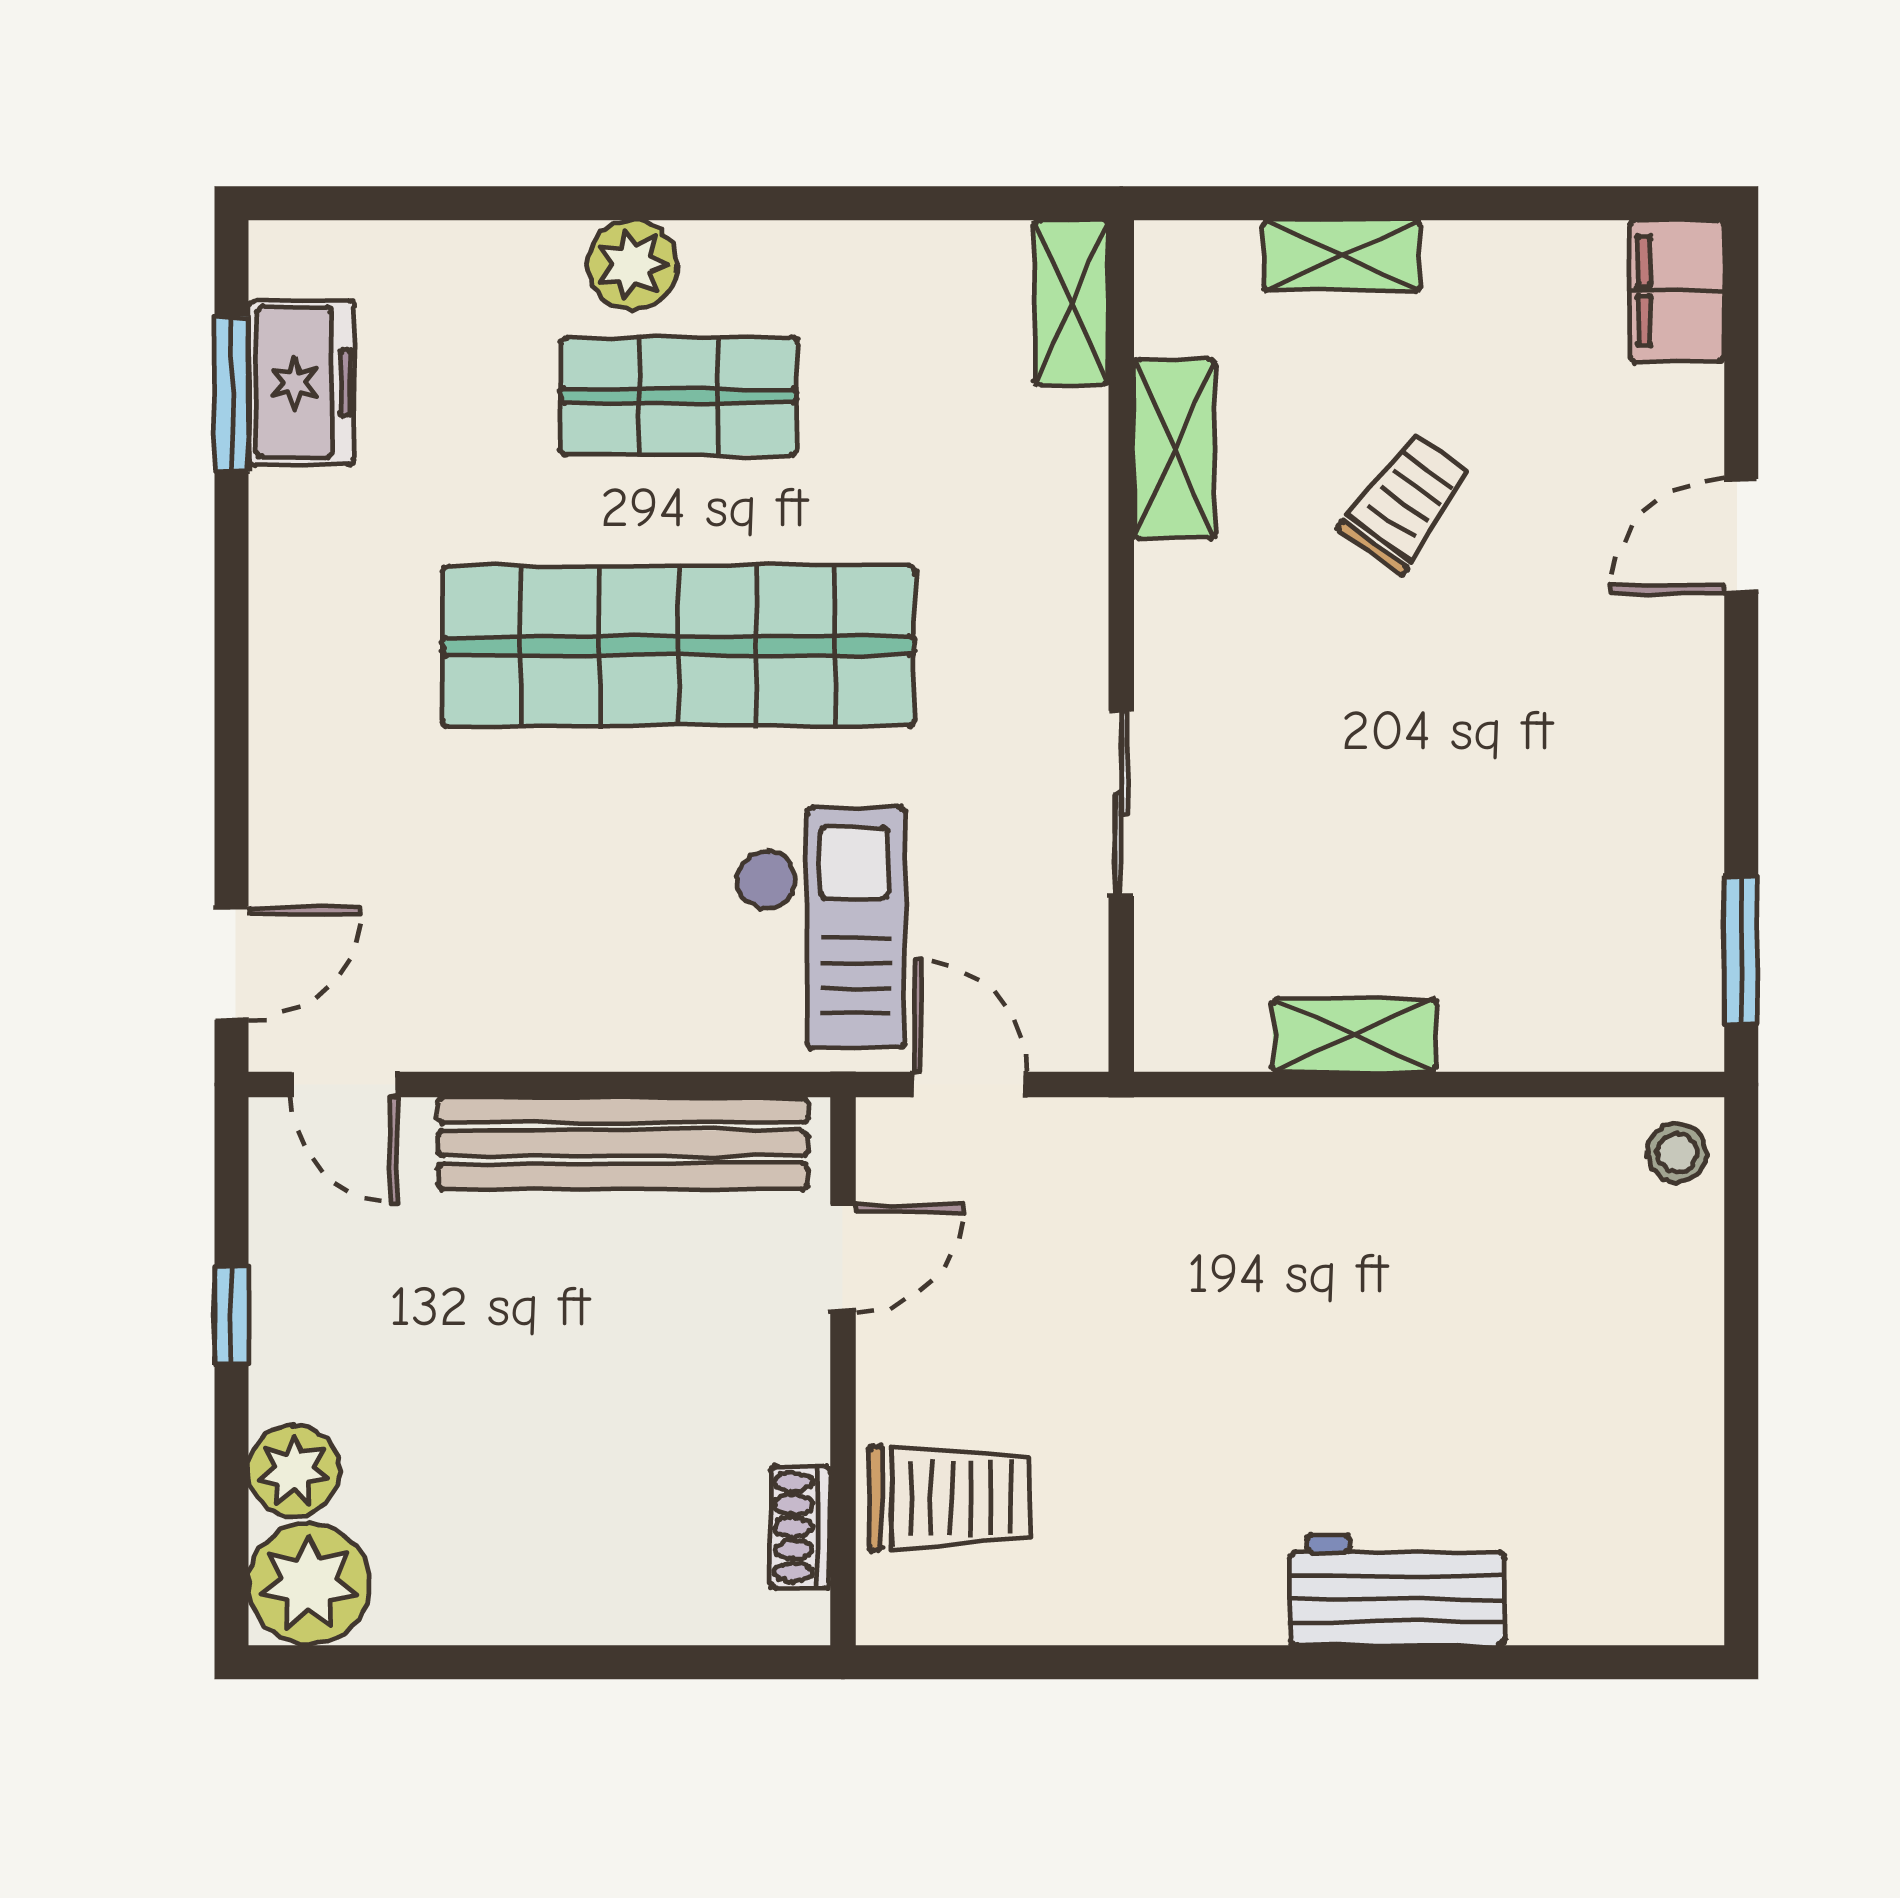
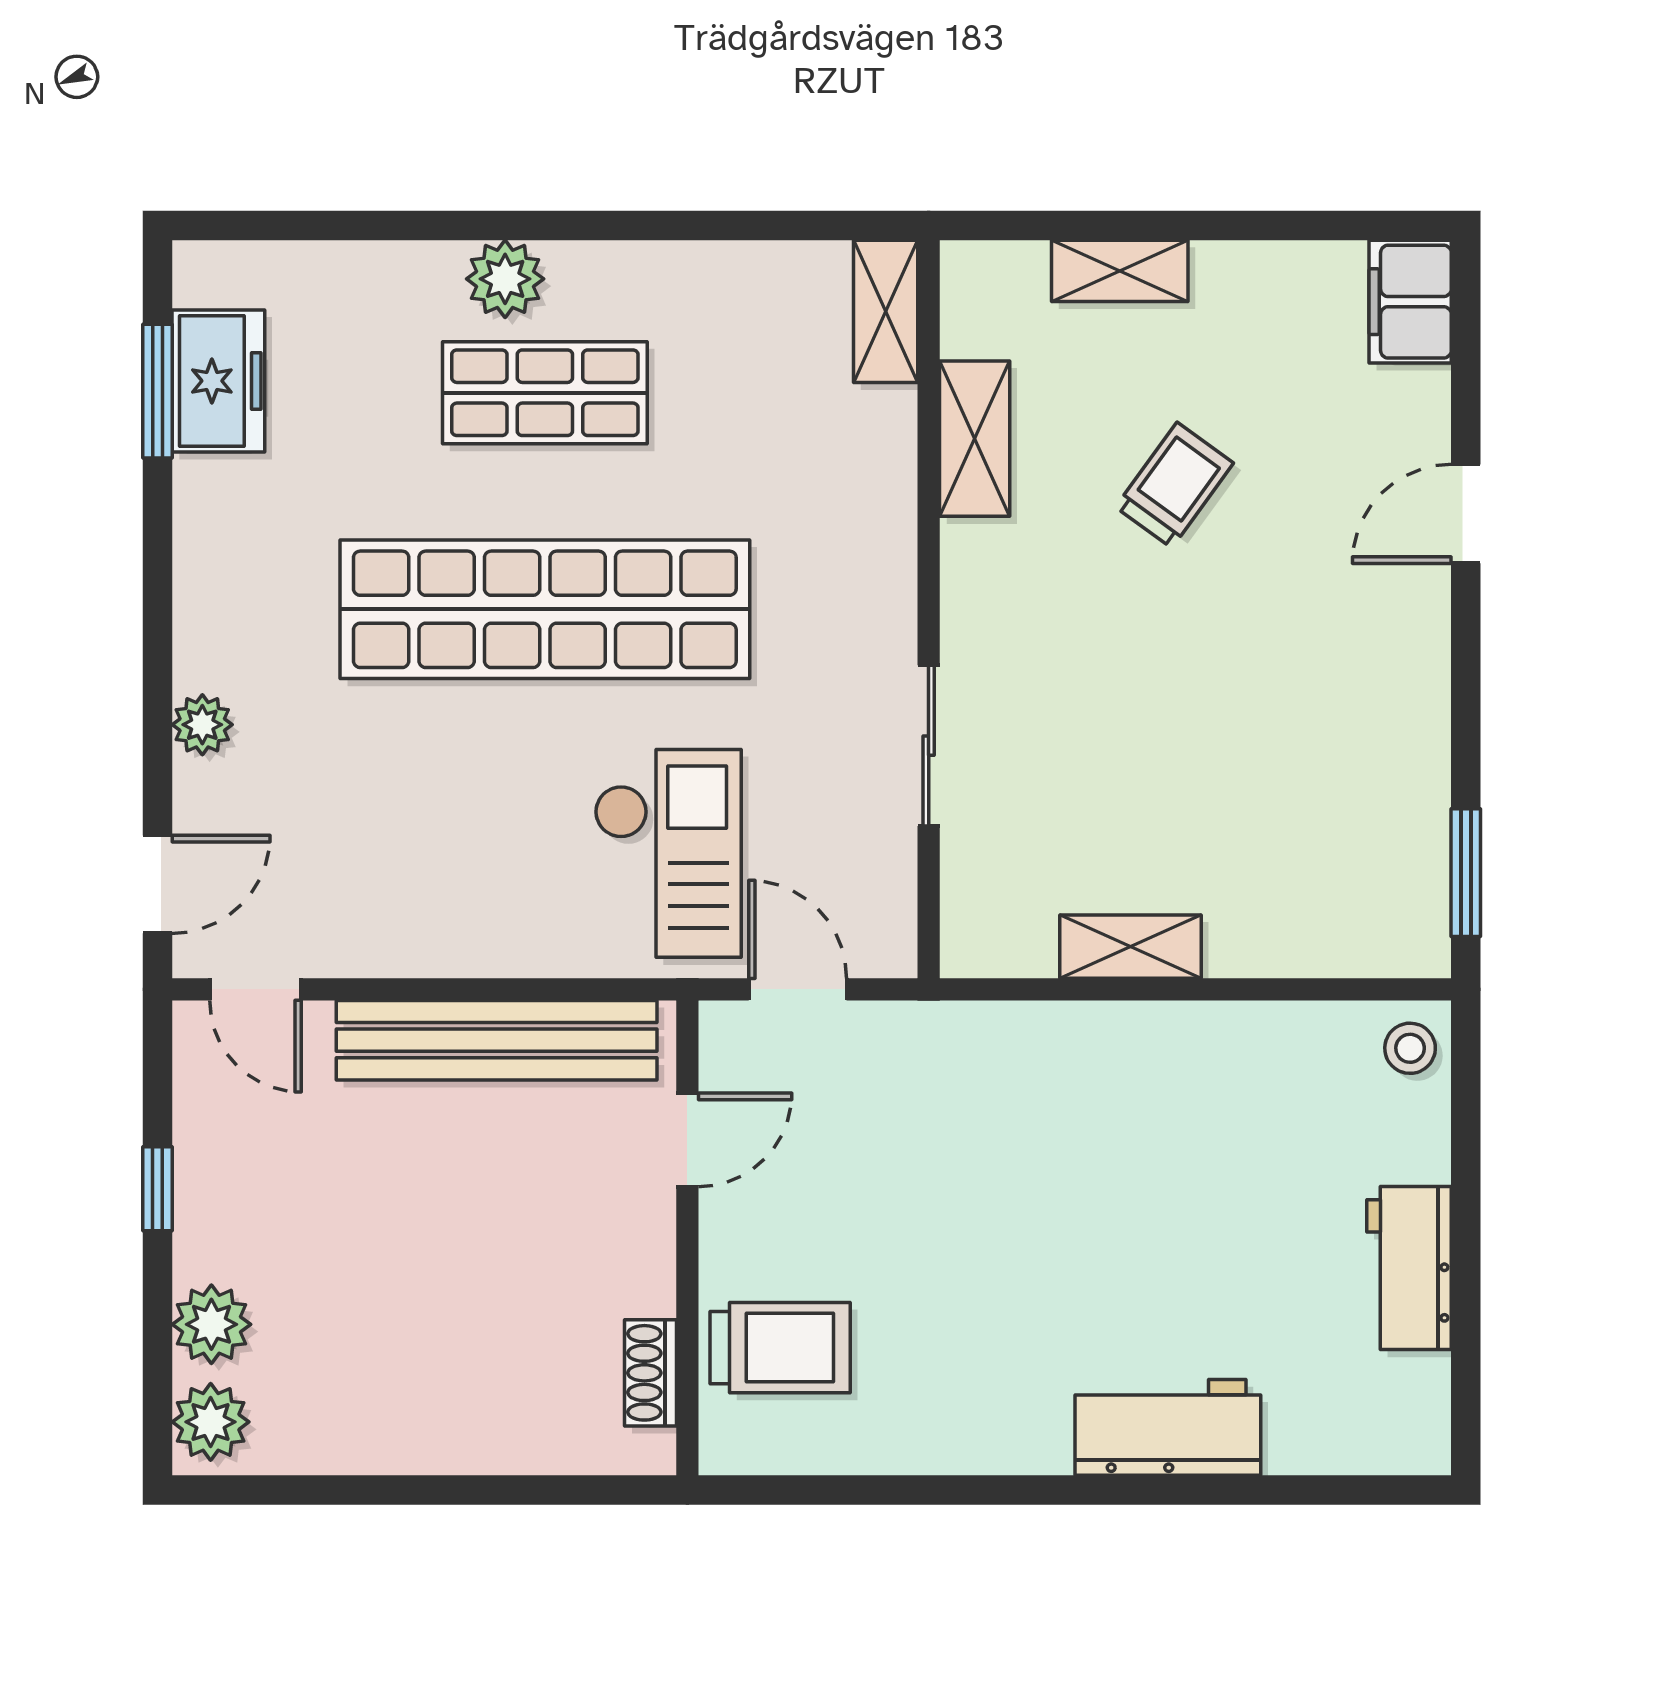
plant: (283, 779) -> (202, 725), added
workbench: (1676, 1406) -> (1409, 1268), added
plant: (309, 1584) -> (211, 1422), width x0.73, depth x0.73

